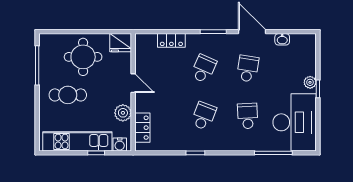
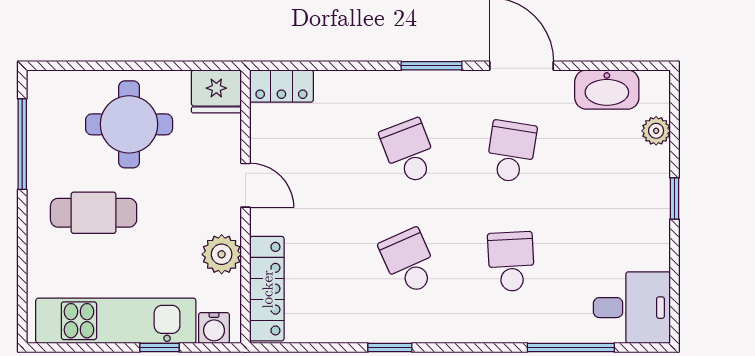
washbasin: (282, 39) -> (607, 90), width x1.91, depth x1.45
locker: (171, 40) -> (281, 86), moved
school desk: (204, 69) -> (409, 152), turned -45
plant: (310, 82) -> (656, 131), moved
school desk: (204, 116) -> (409, 262), turned -45
desk: (295, 122) -> (632, 308), width x0.53, depth x0.77
locker: (142, 128) -> (267, 289), width x1.53

